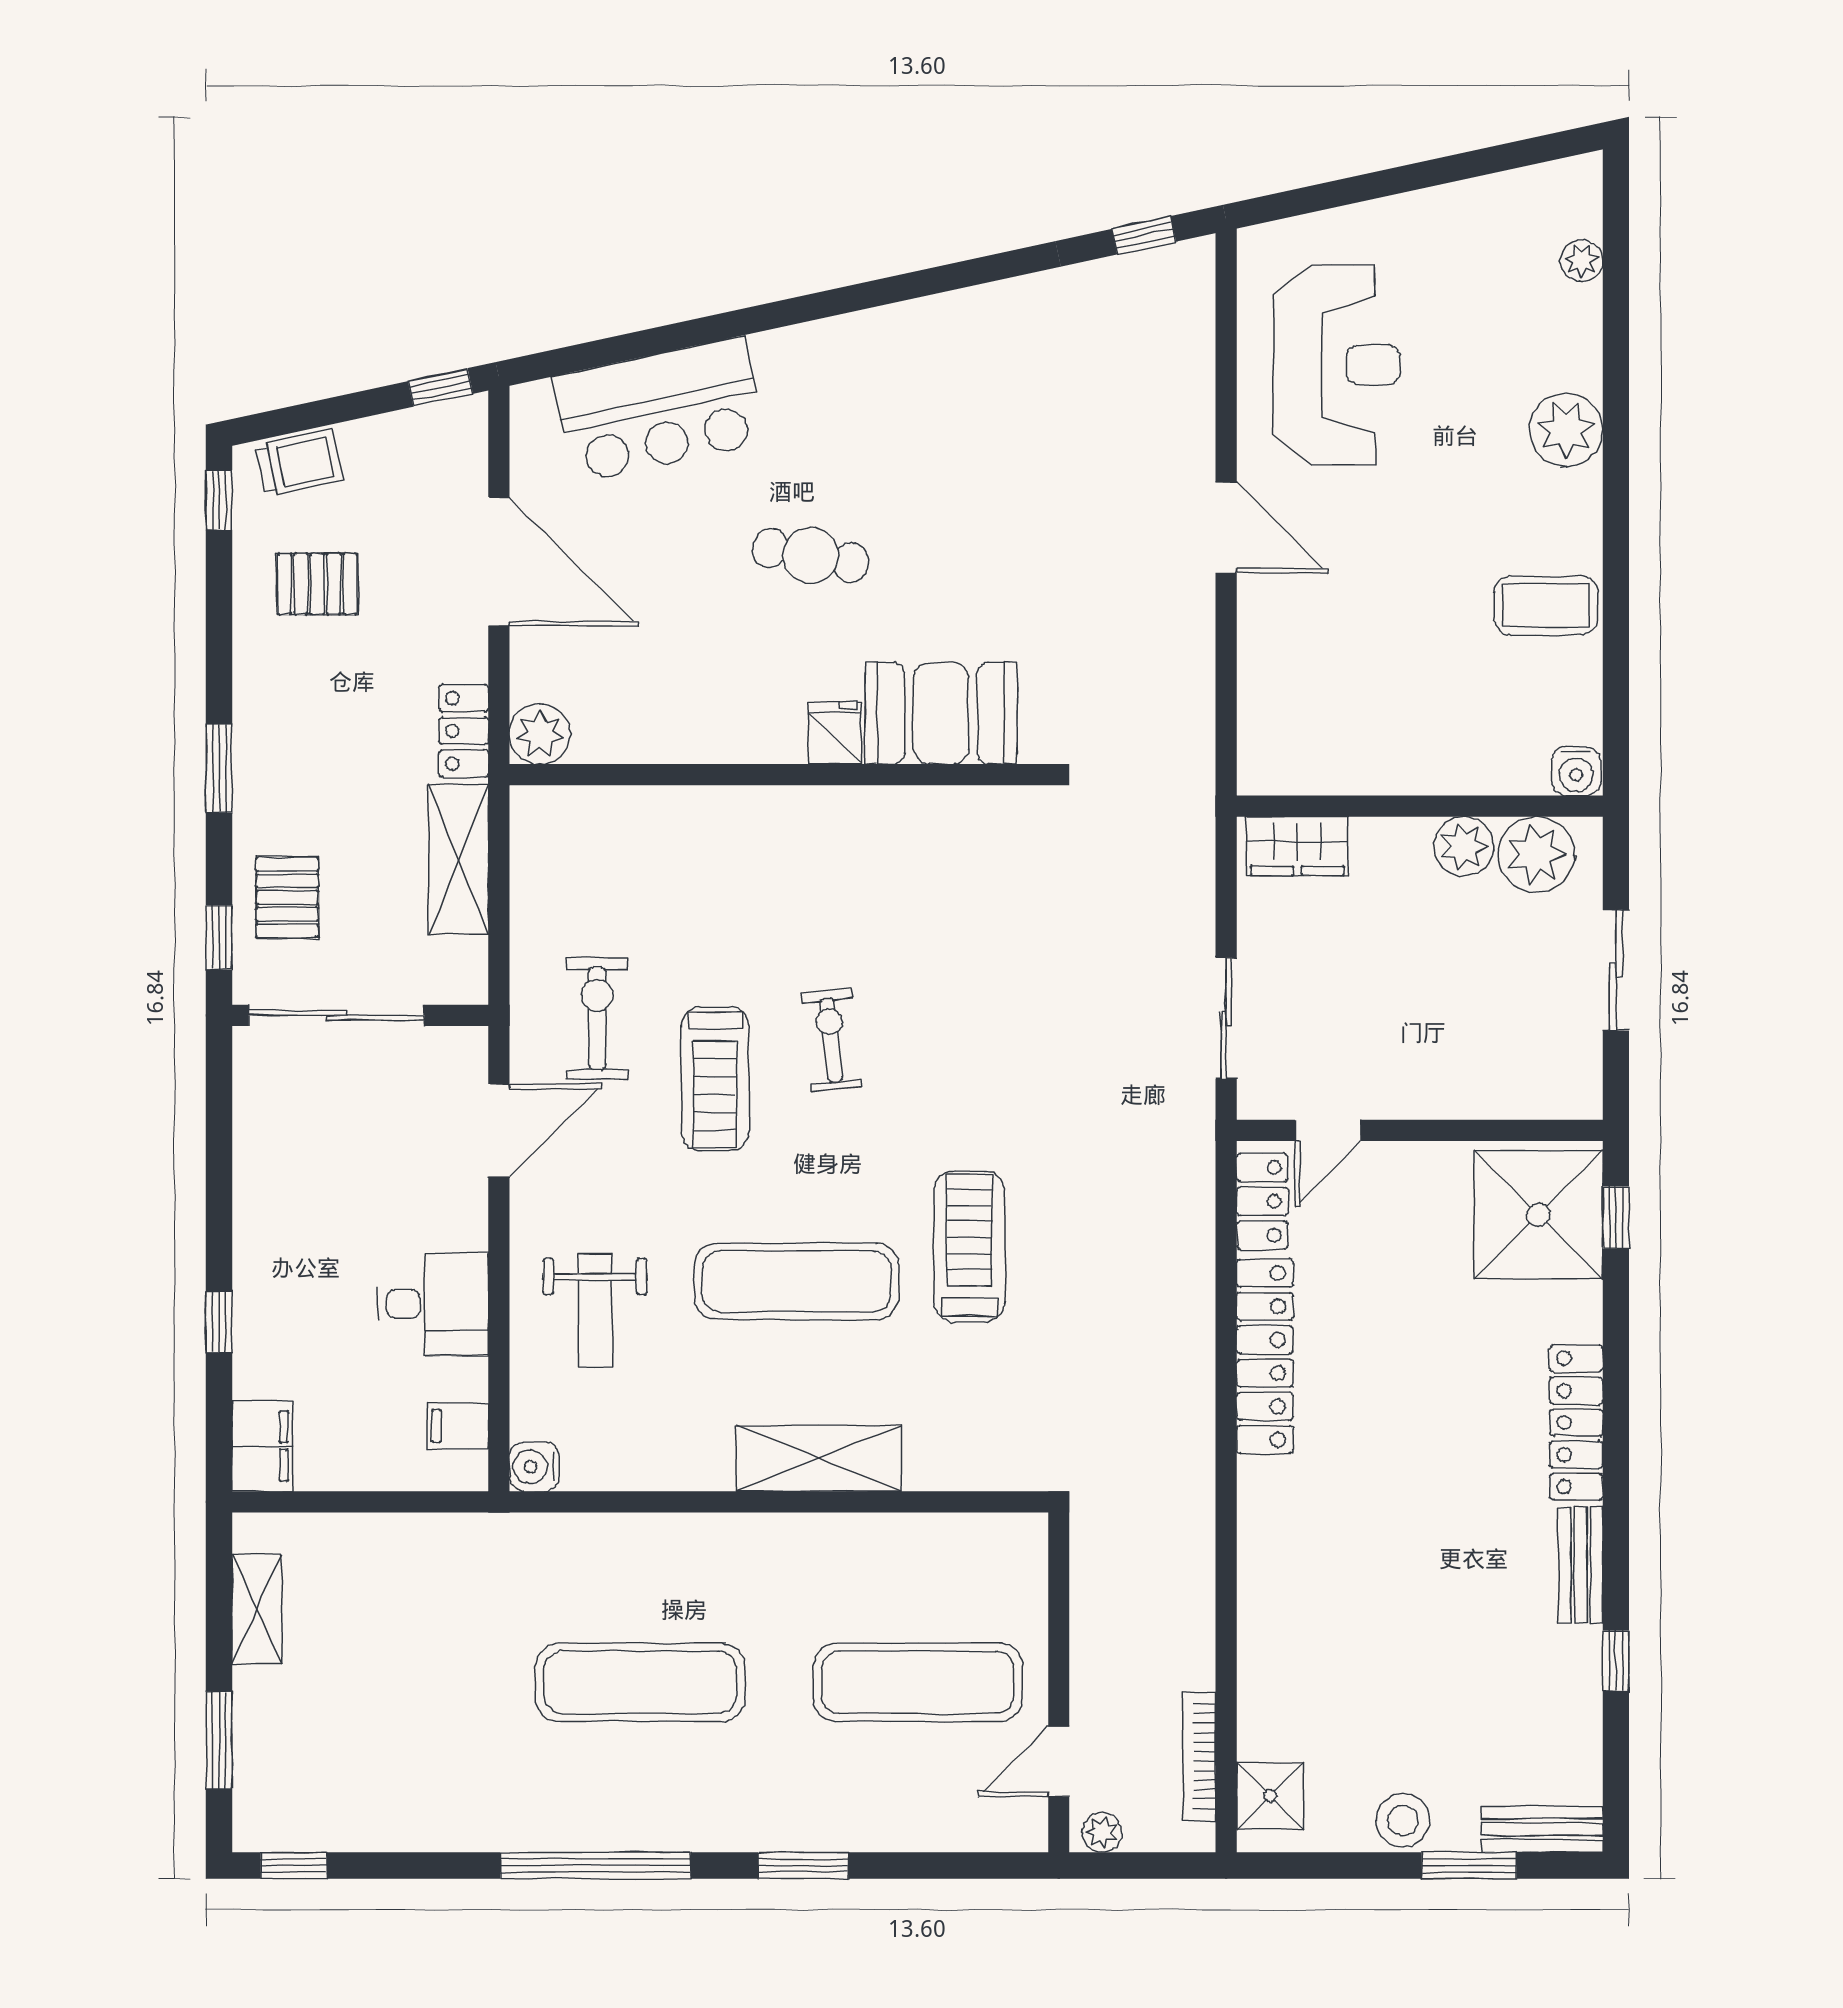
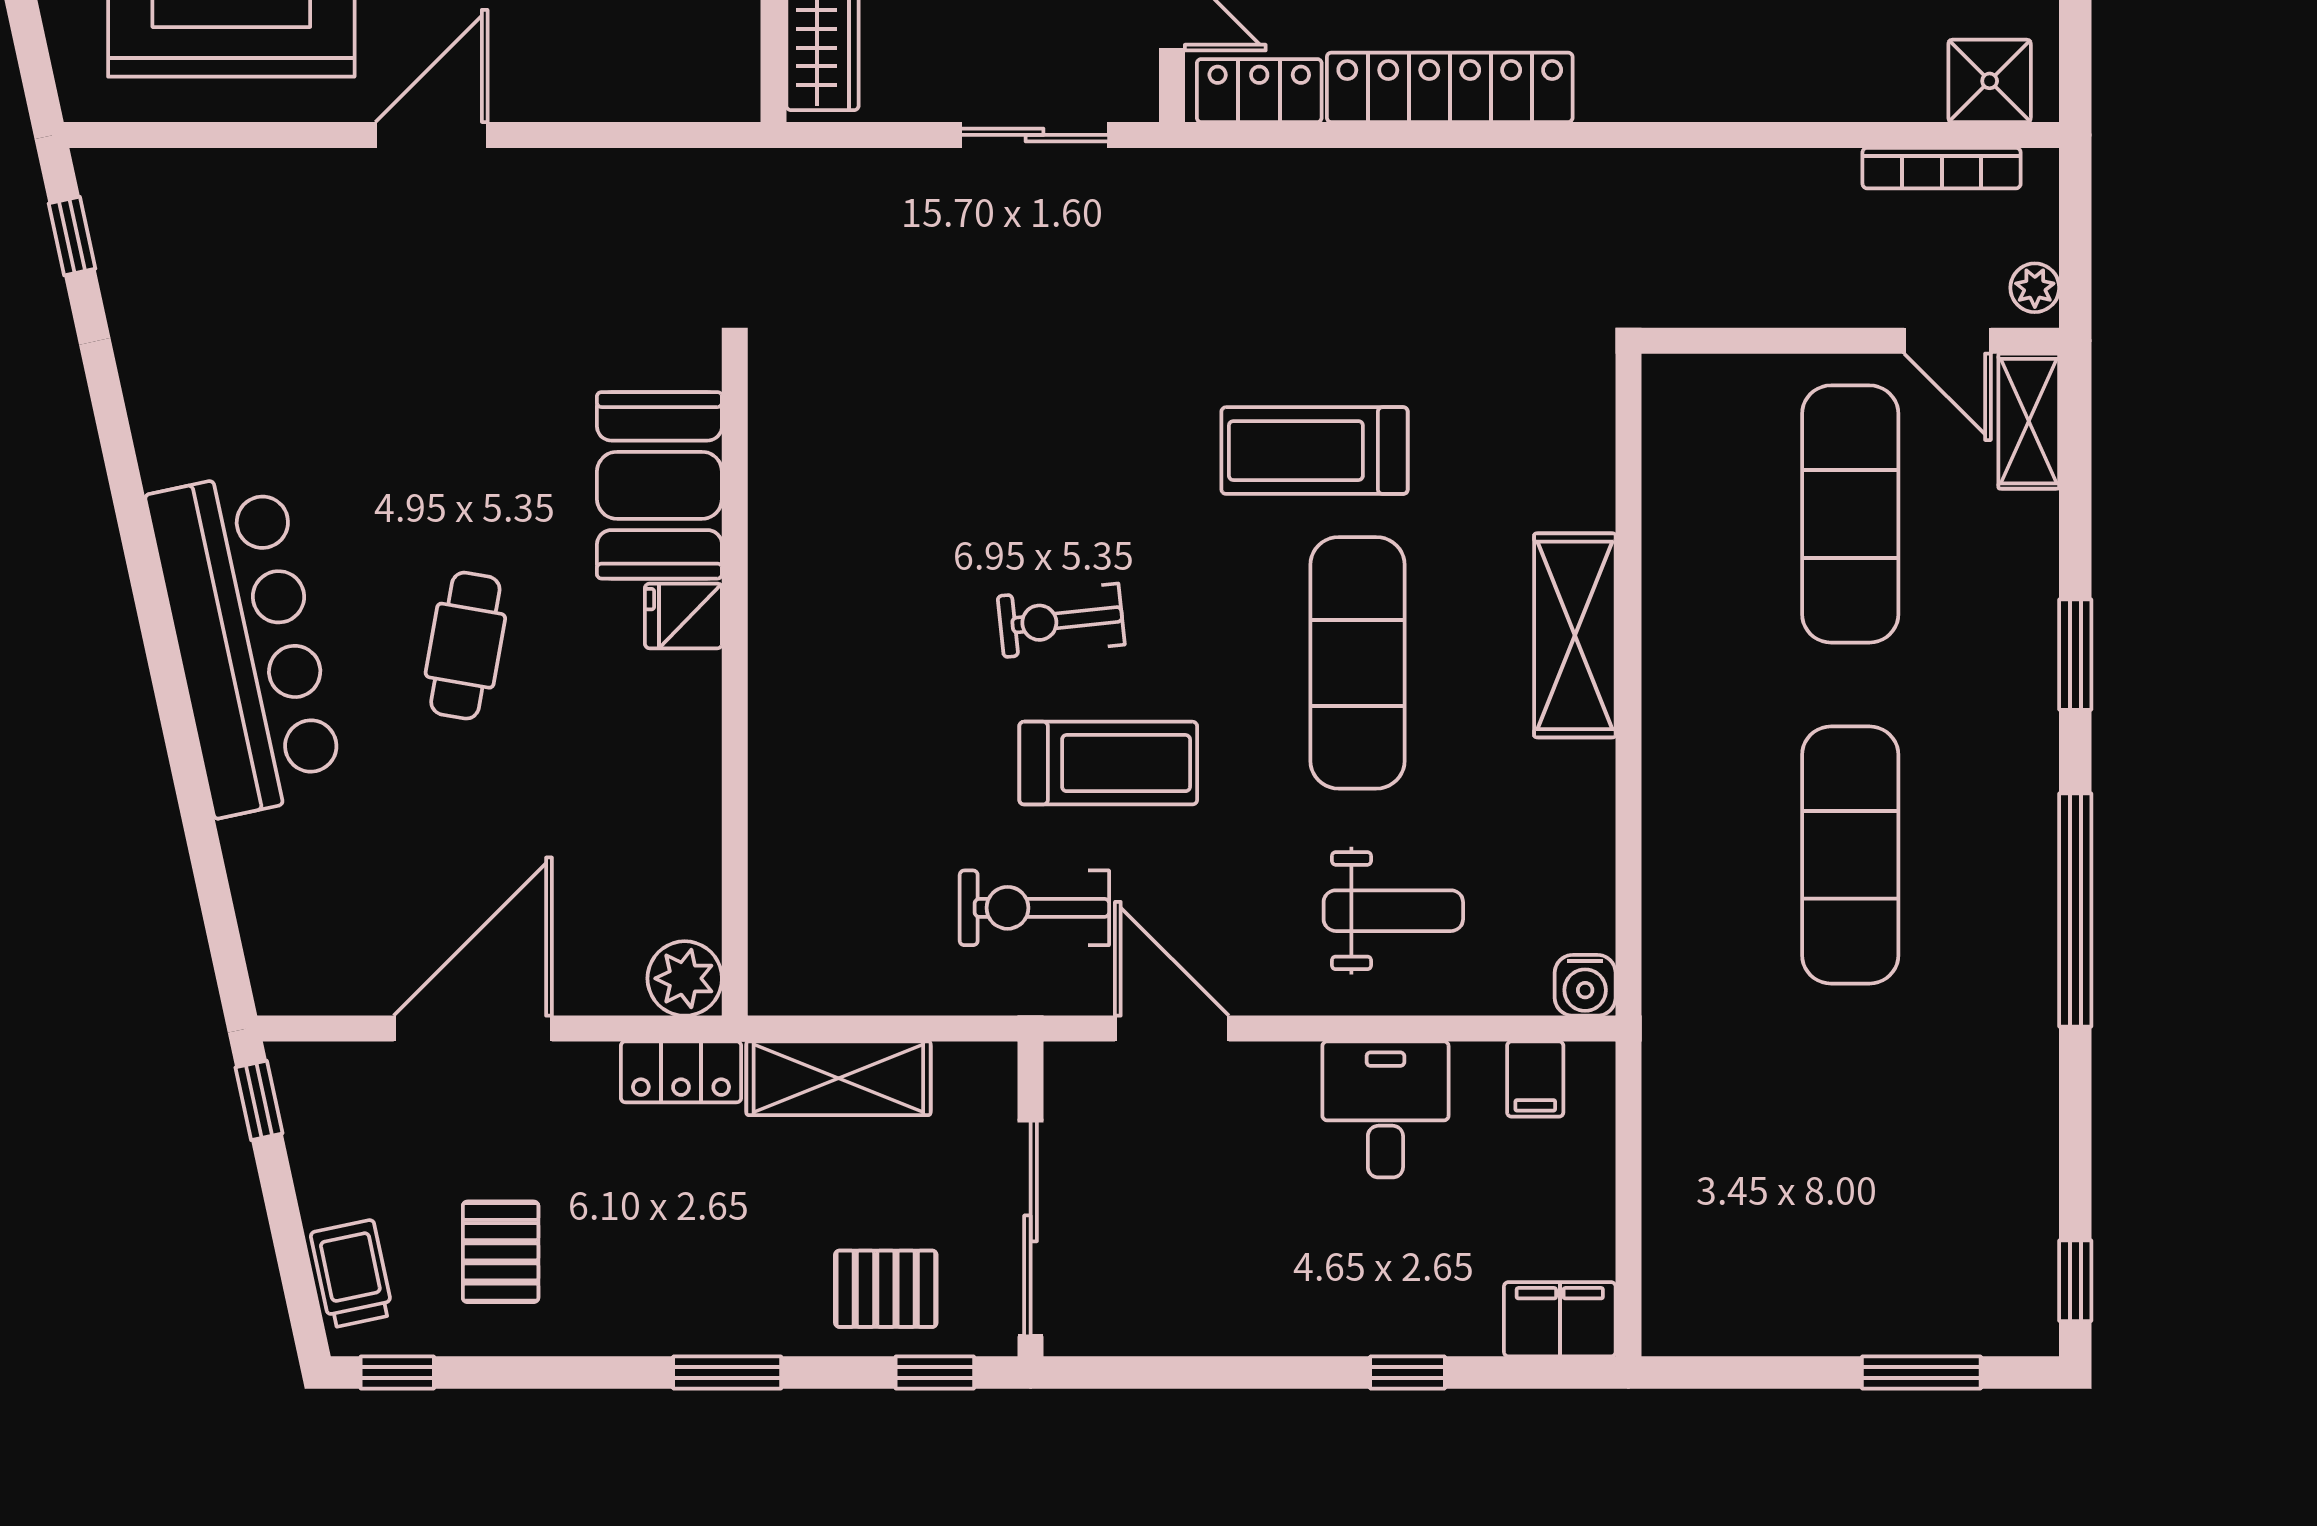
bar counter: (660, 410) -> (246, 643), moved, width x1.36
shelving: (257, 1609) -> (2029, 421), moved, turned 90

